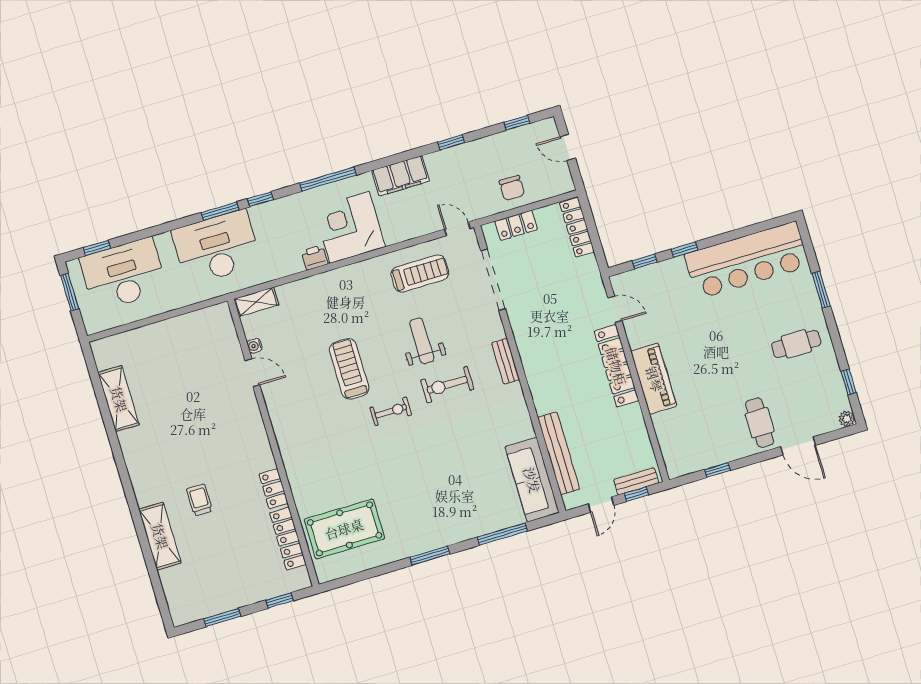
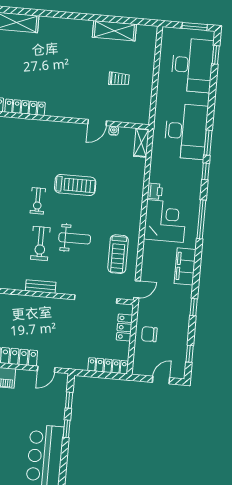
exercise bike: (447, 385) -> (40, 244), turned 180
locker: (273, 489) -> (25, 107), width x1.53
trolley: (199, 500) -> (119, 79), moved

